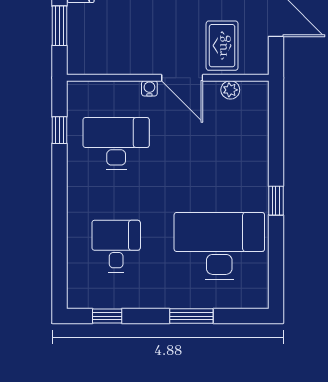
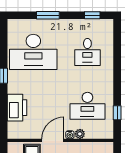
door: (182, 78) -> (53, 140), hinge flipped
plant: (230, 90) -> (80, 134), moved
printer: (250, 140) -> (17, 108), added

